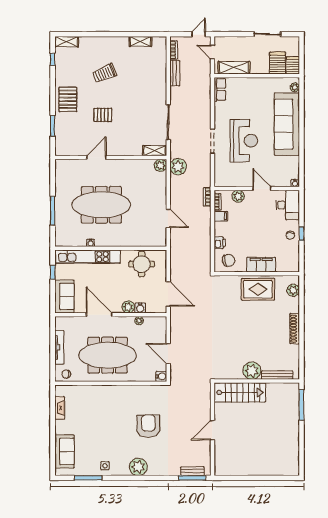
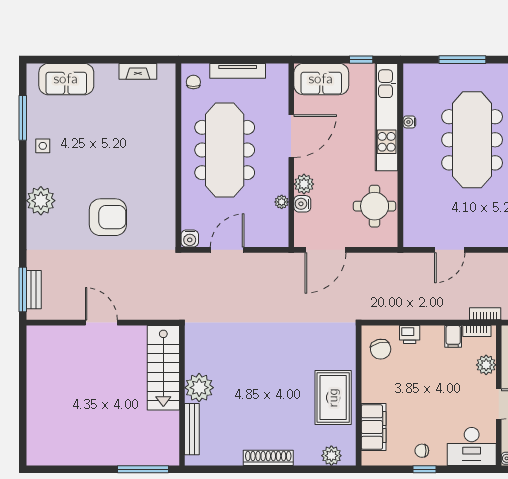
filing cabinet: (261, 265) -> (374, 427), moved

